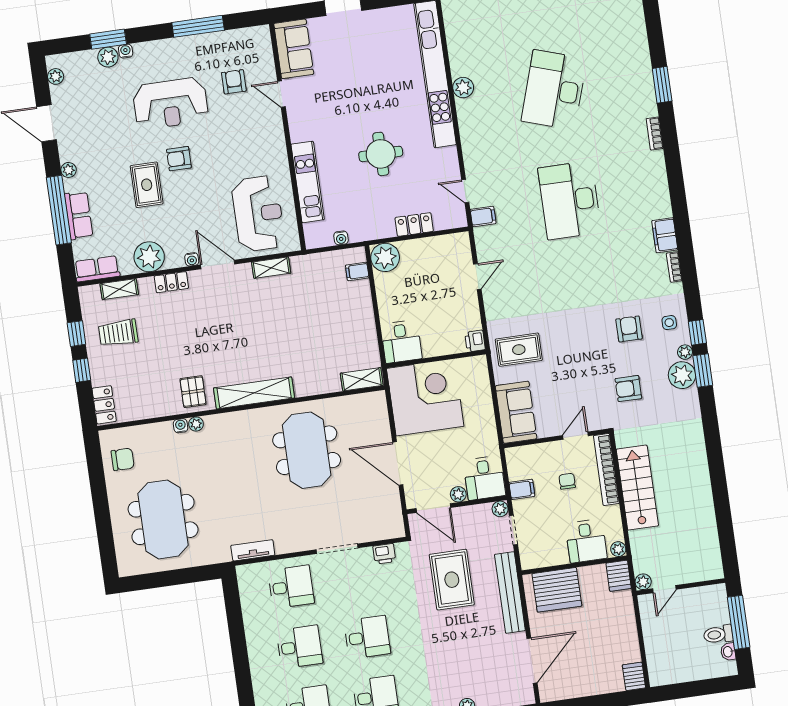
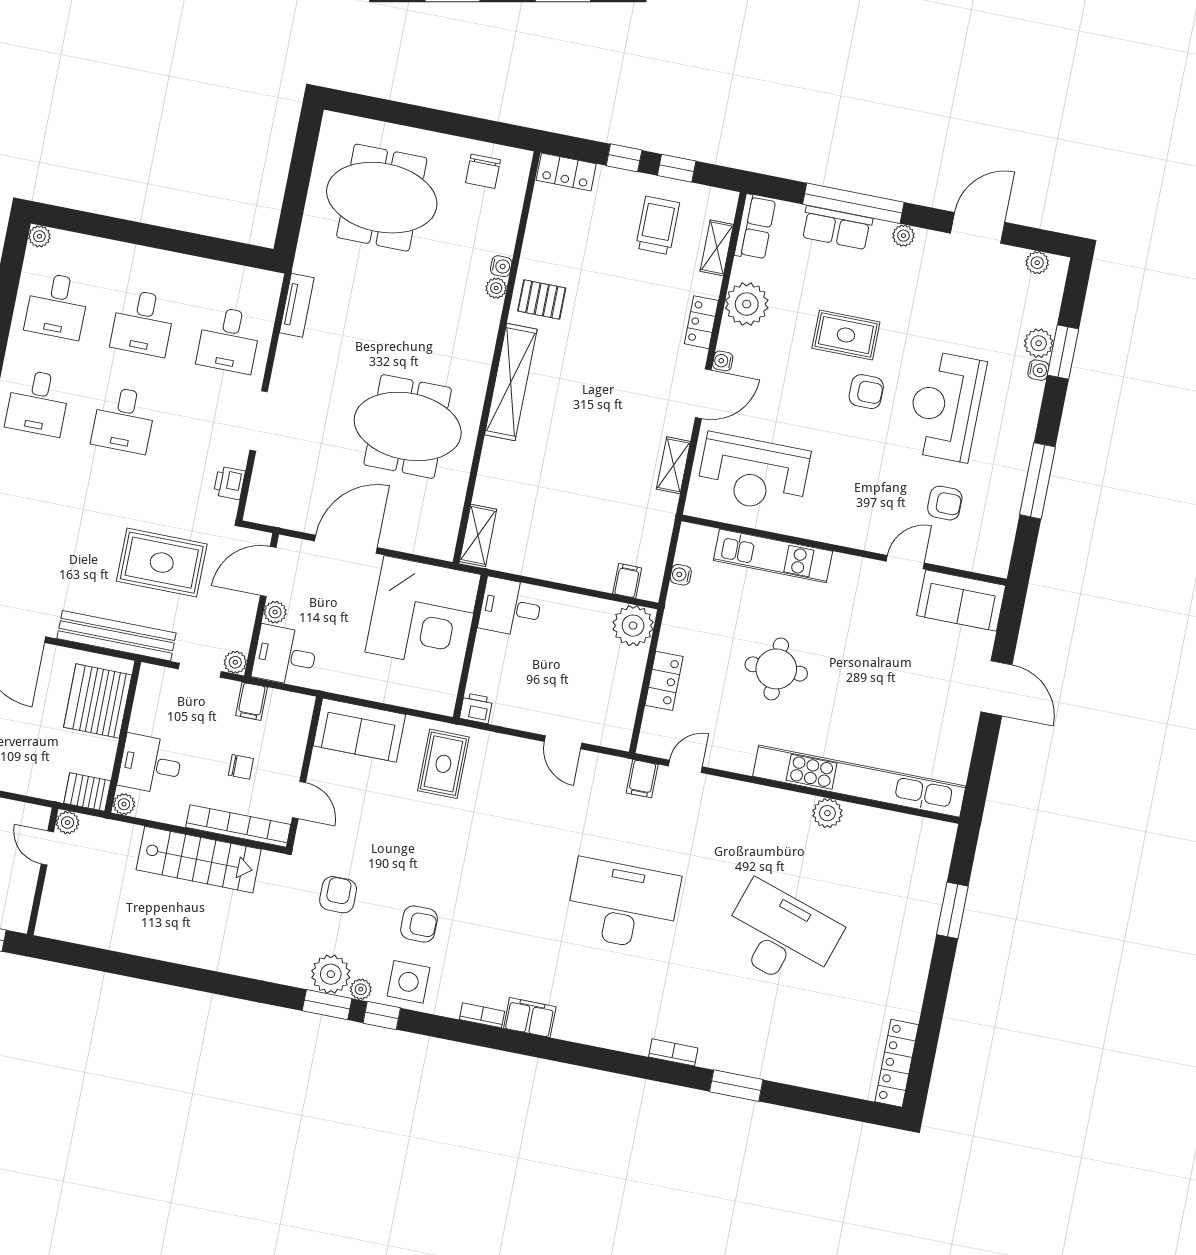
armchair: (179, 159) -> (866, 392), turned 90
side table: (669, 323) -> (409, 982), width x1.87, depth x1.87

